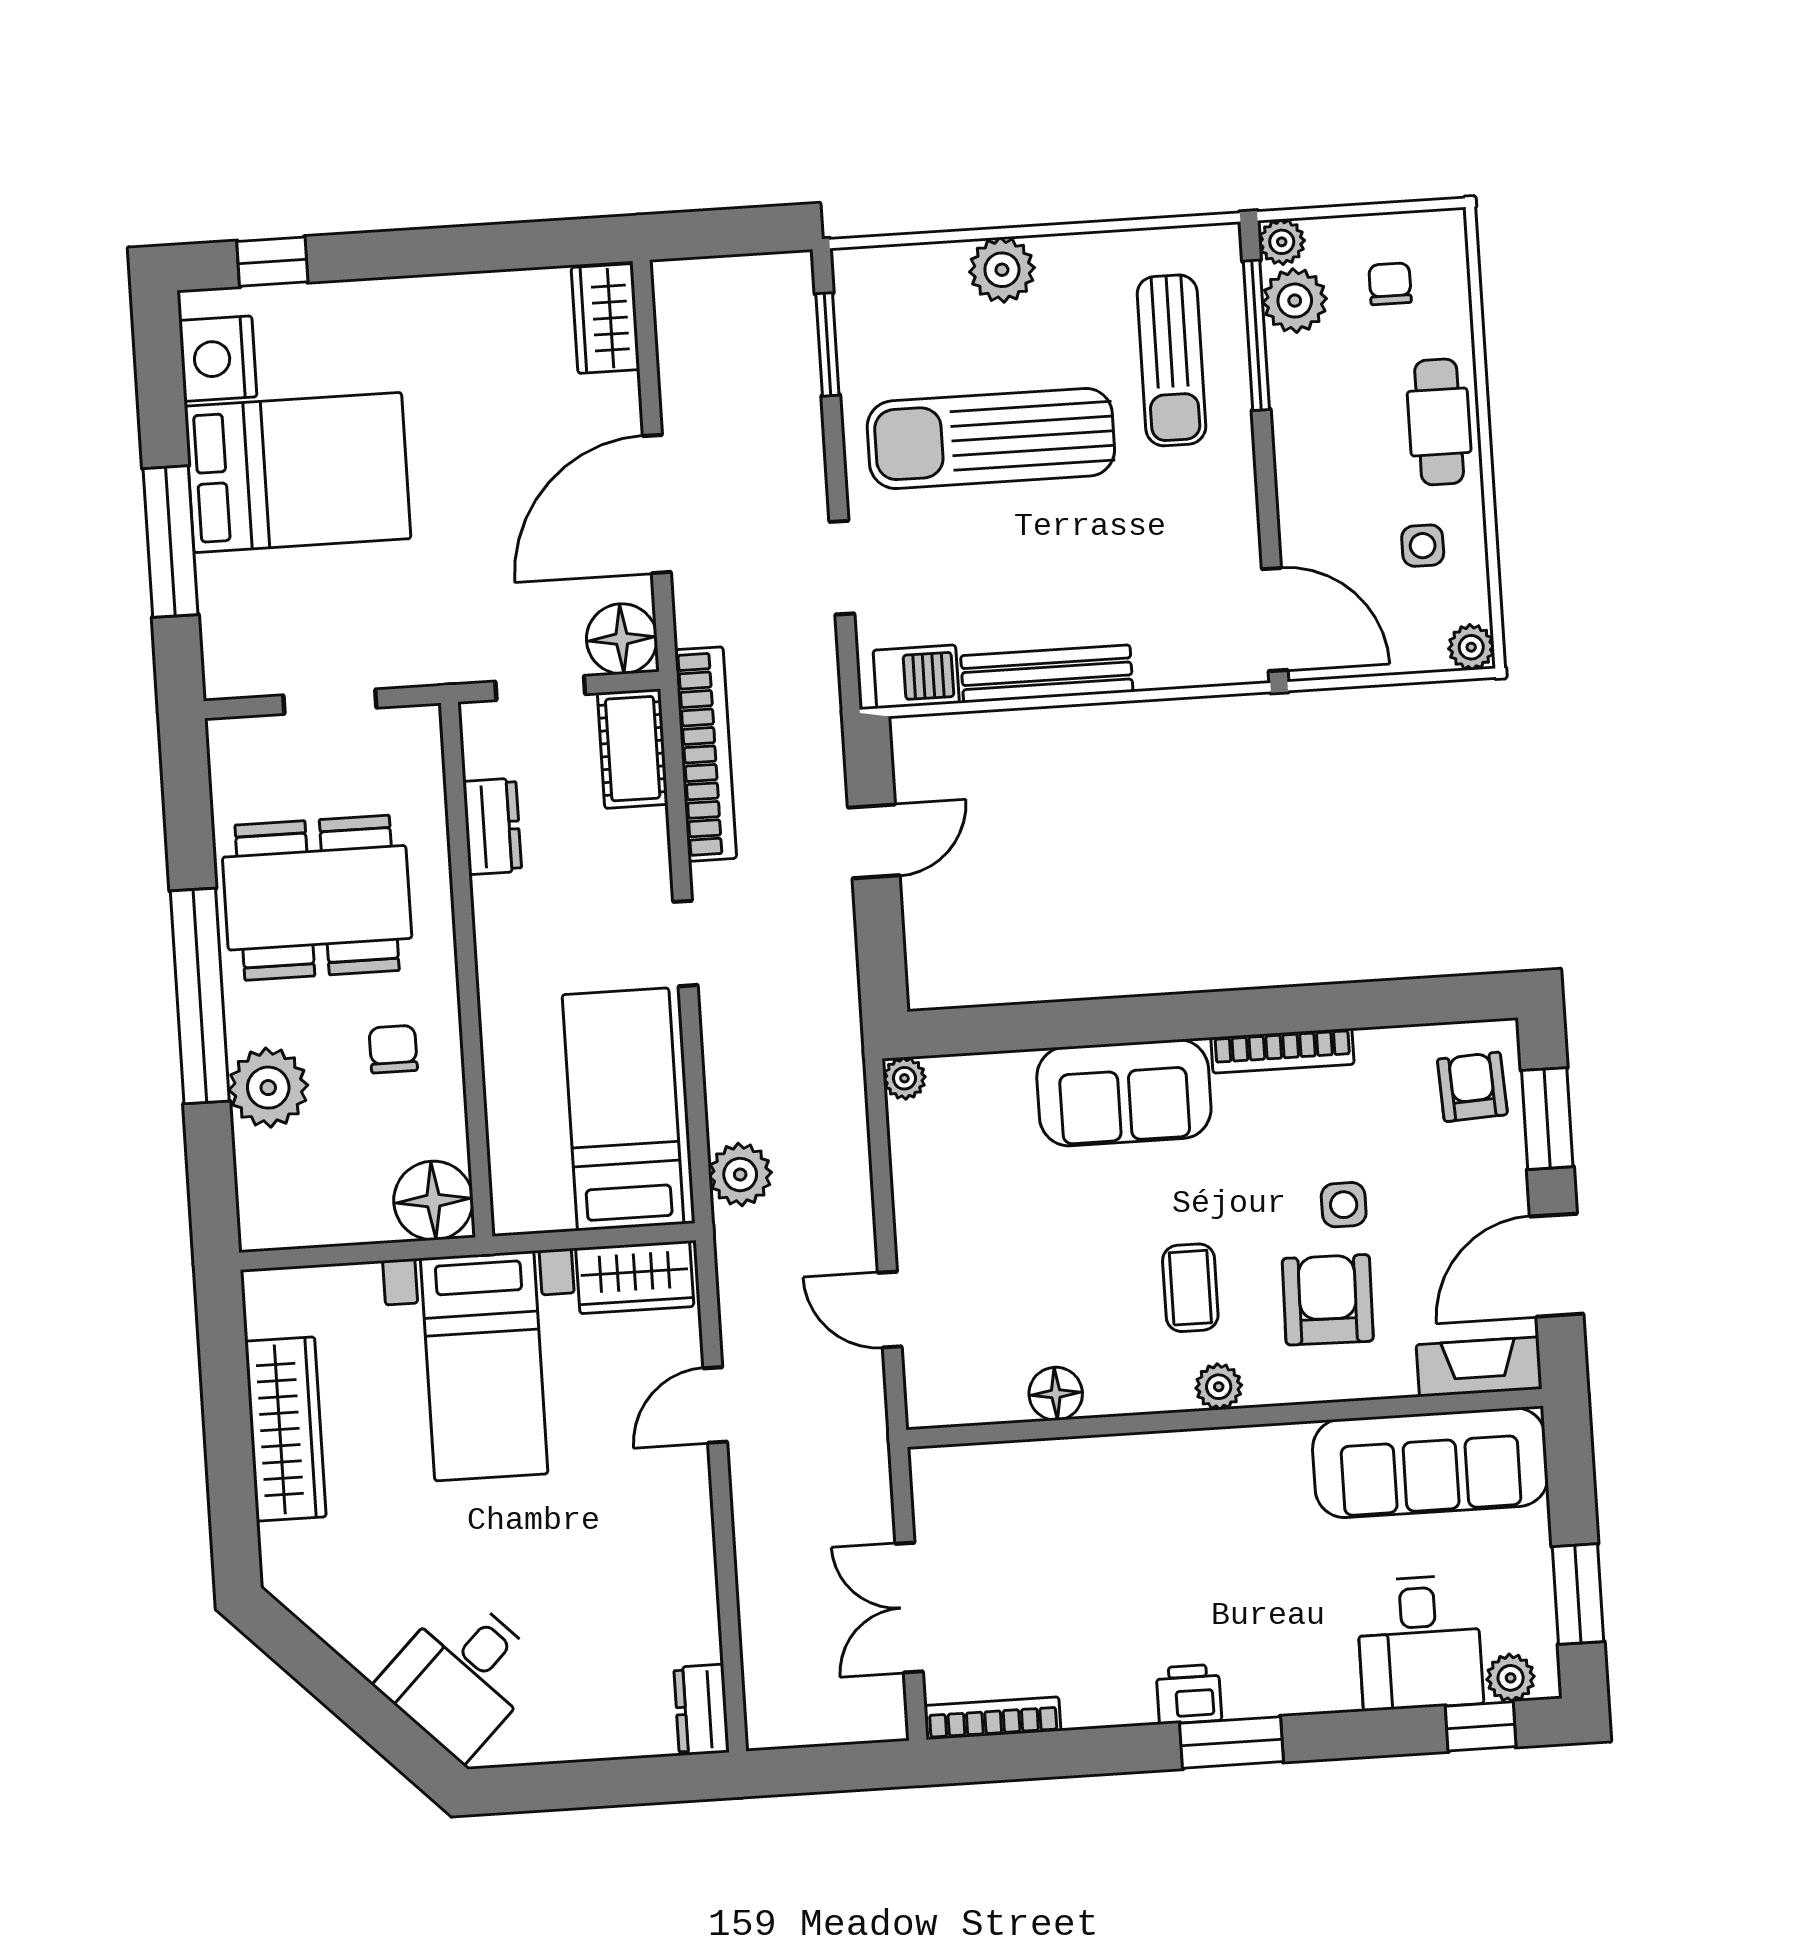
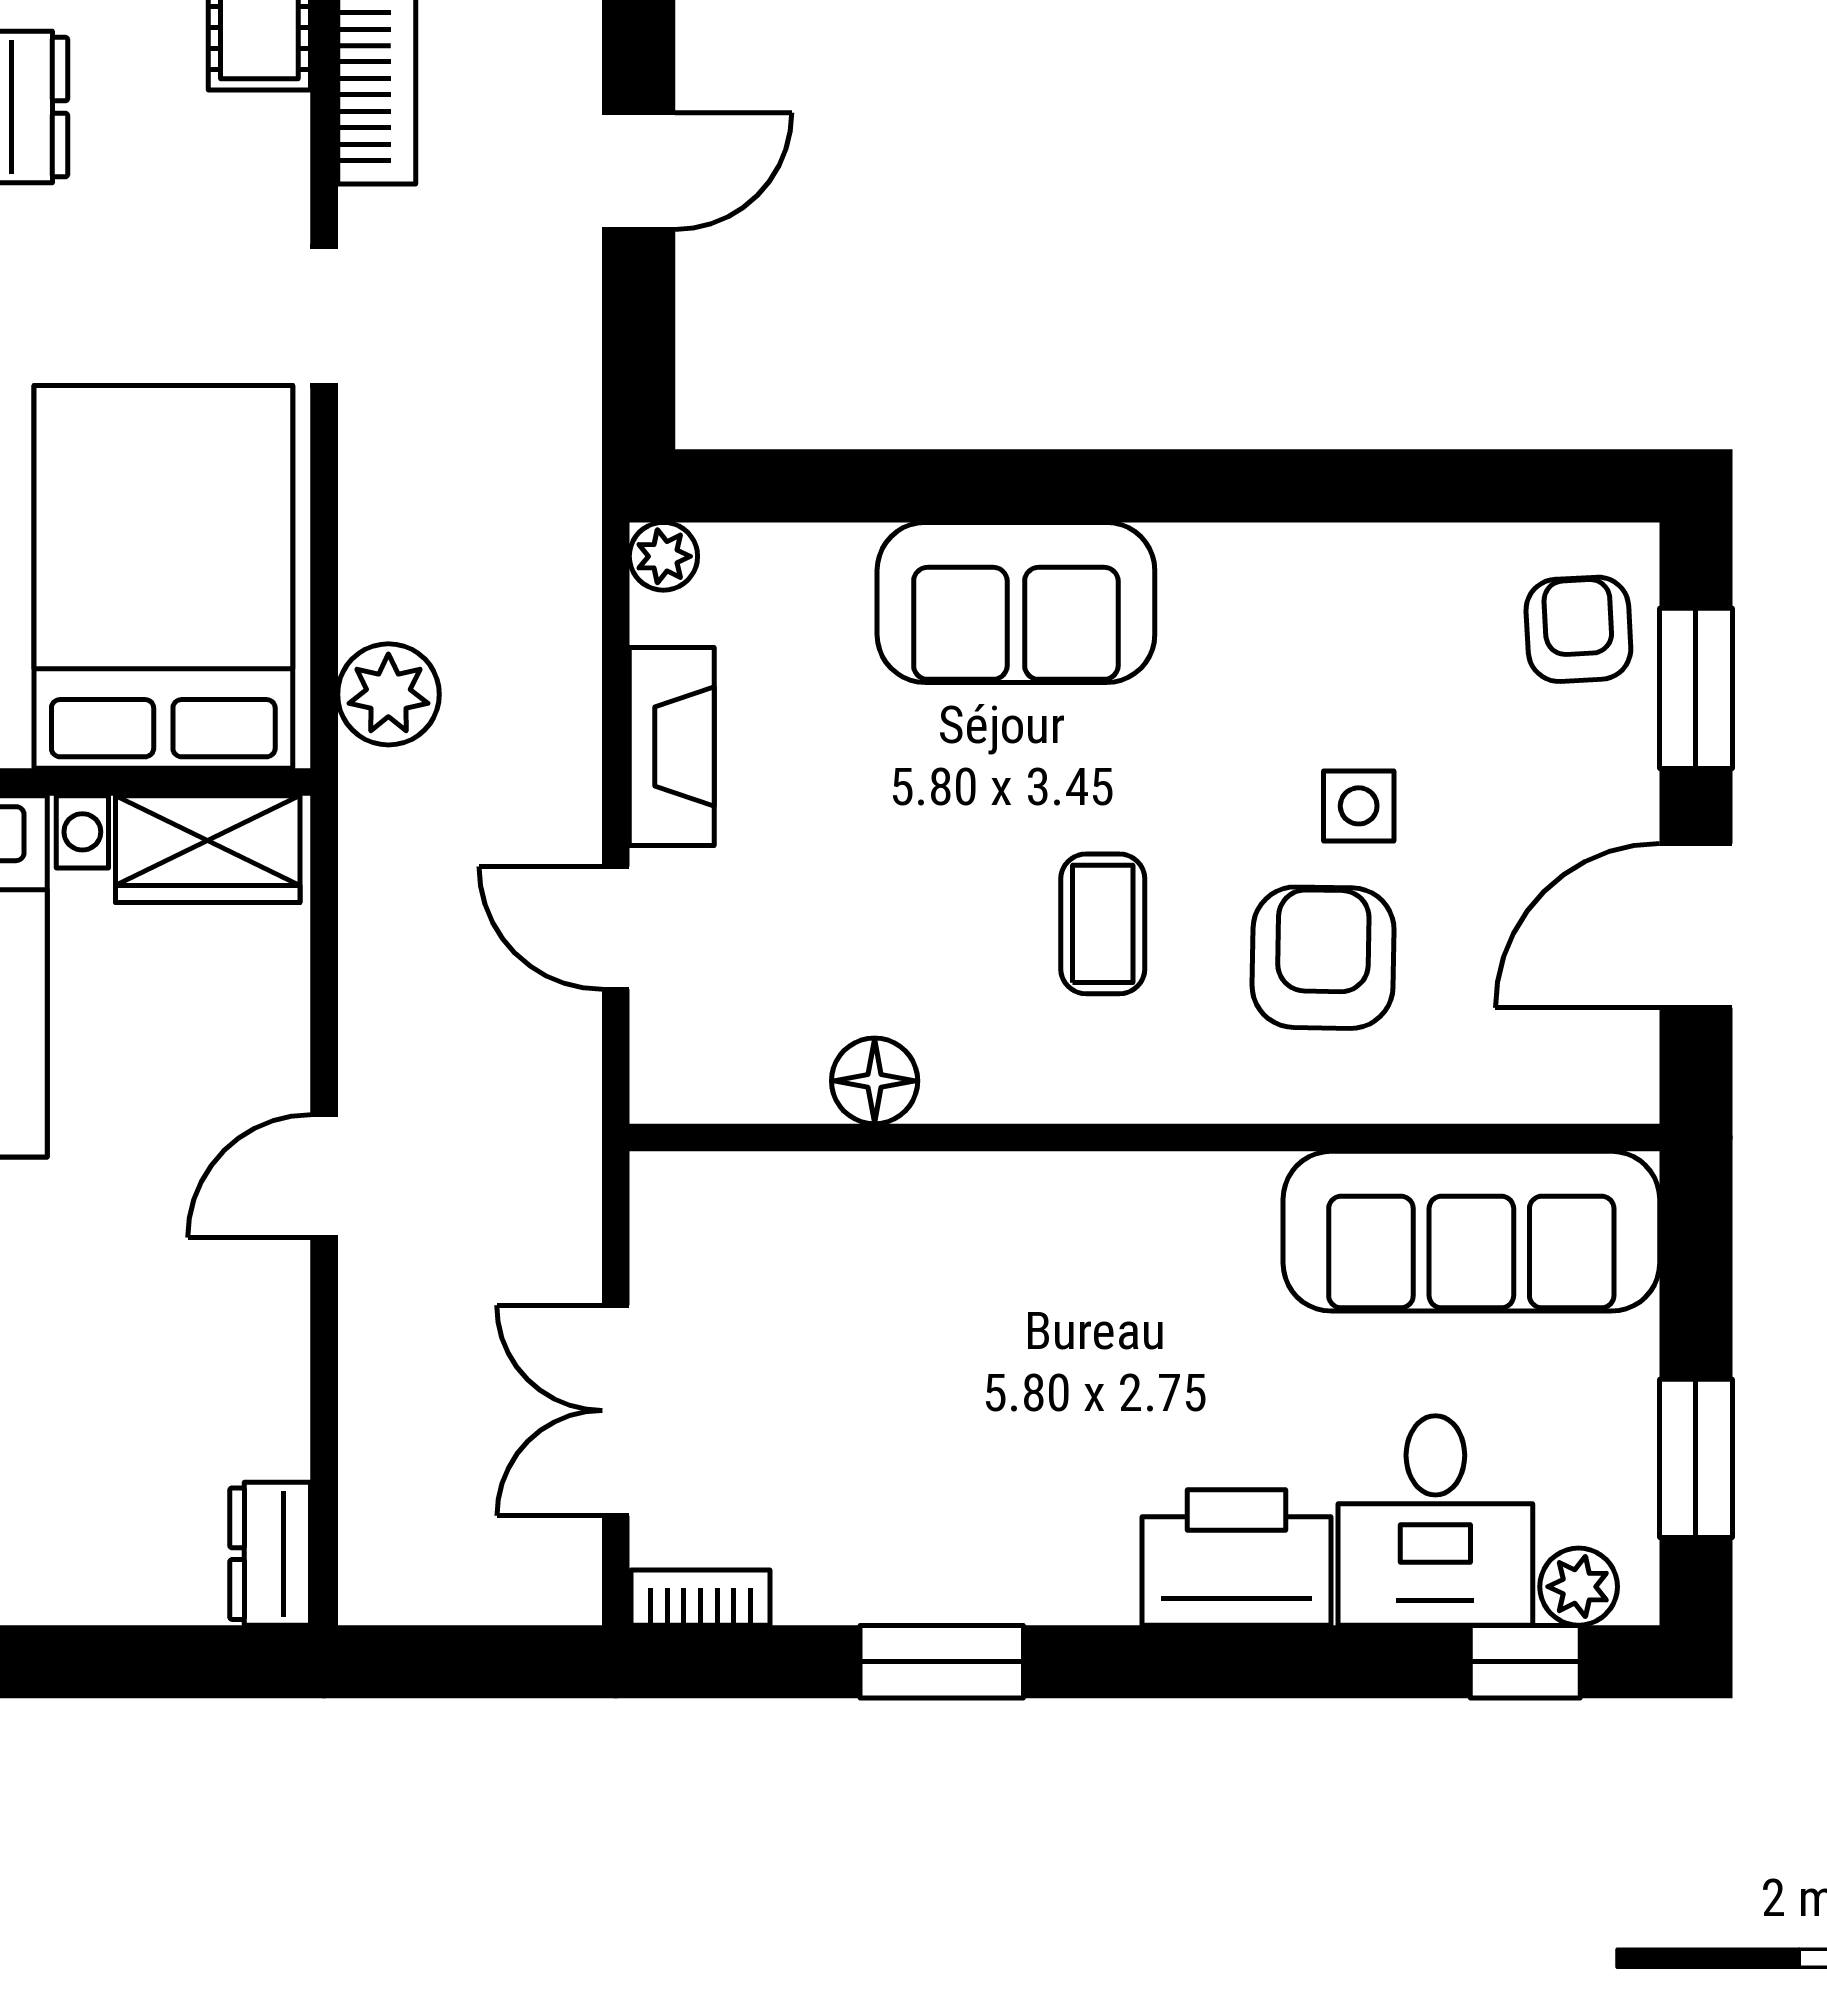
bookcase: (1282, 1051) -> (1276, 551), removed
bed: (623, 1109) -> (163, 577), width x1.50
fireplace: (1479, 1367) -> (672, 746), moved, turned 90
plant: (1219, 1387) -> (1138, 1087), removed
door: (715, 1405) -> (324, 1176), moved
printer: (1189, 1694) -> (1236, 1557), moved, width x1.87, depth x1.48
bookcase: (993, 1718) -> (700, 1598), width x0.64
window: (1232, 1742) -> (942, 1662), moved

